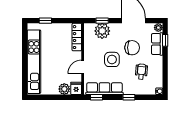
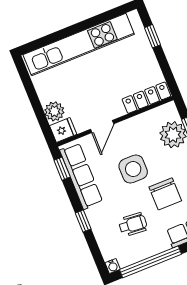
door: (83, 67) -> (102, 127), swing flipped
window: (165, 70) -> (151, 262), added

